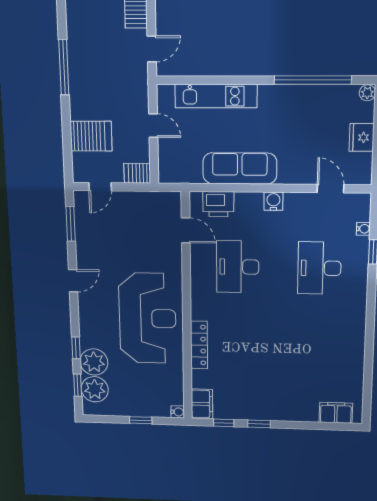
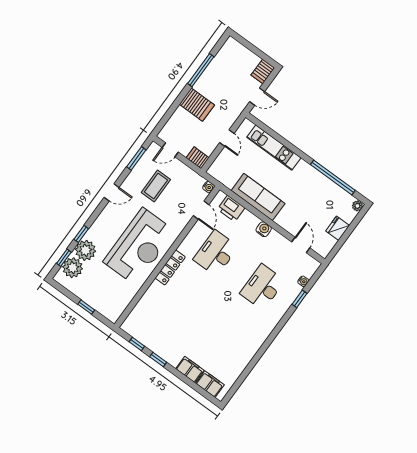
server rack: (91, 136) -> (197, 105), moved
coffee table: (115, 239) -> (156, 186), added
locker: (199, 345) -> (170, 268), moved
filing cabinet: (202, 404) -> (190, 369), moved, turned -90
water cooler: (178, 412) -> (209, 187), moved

